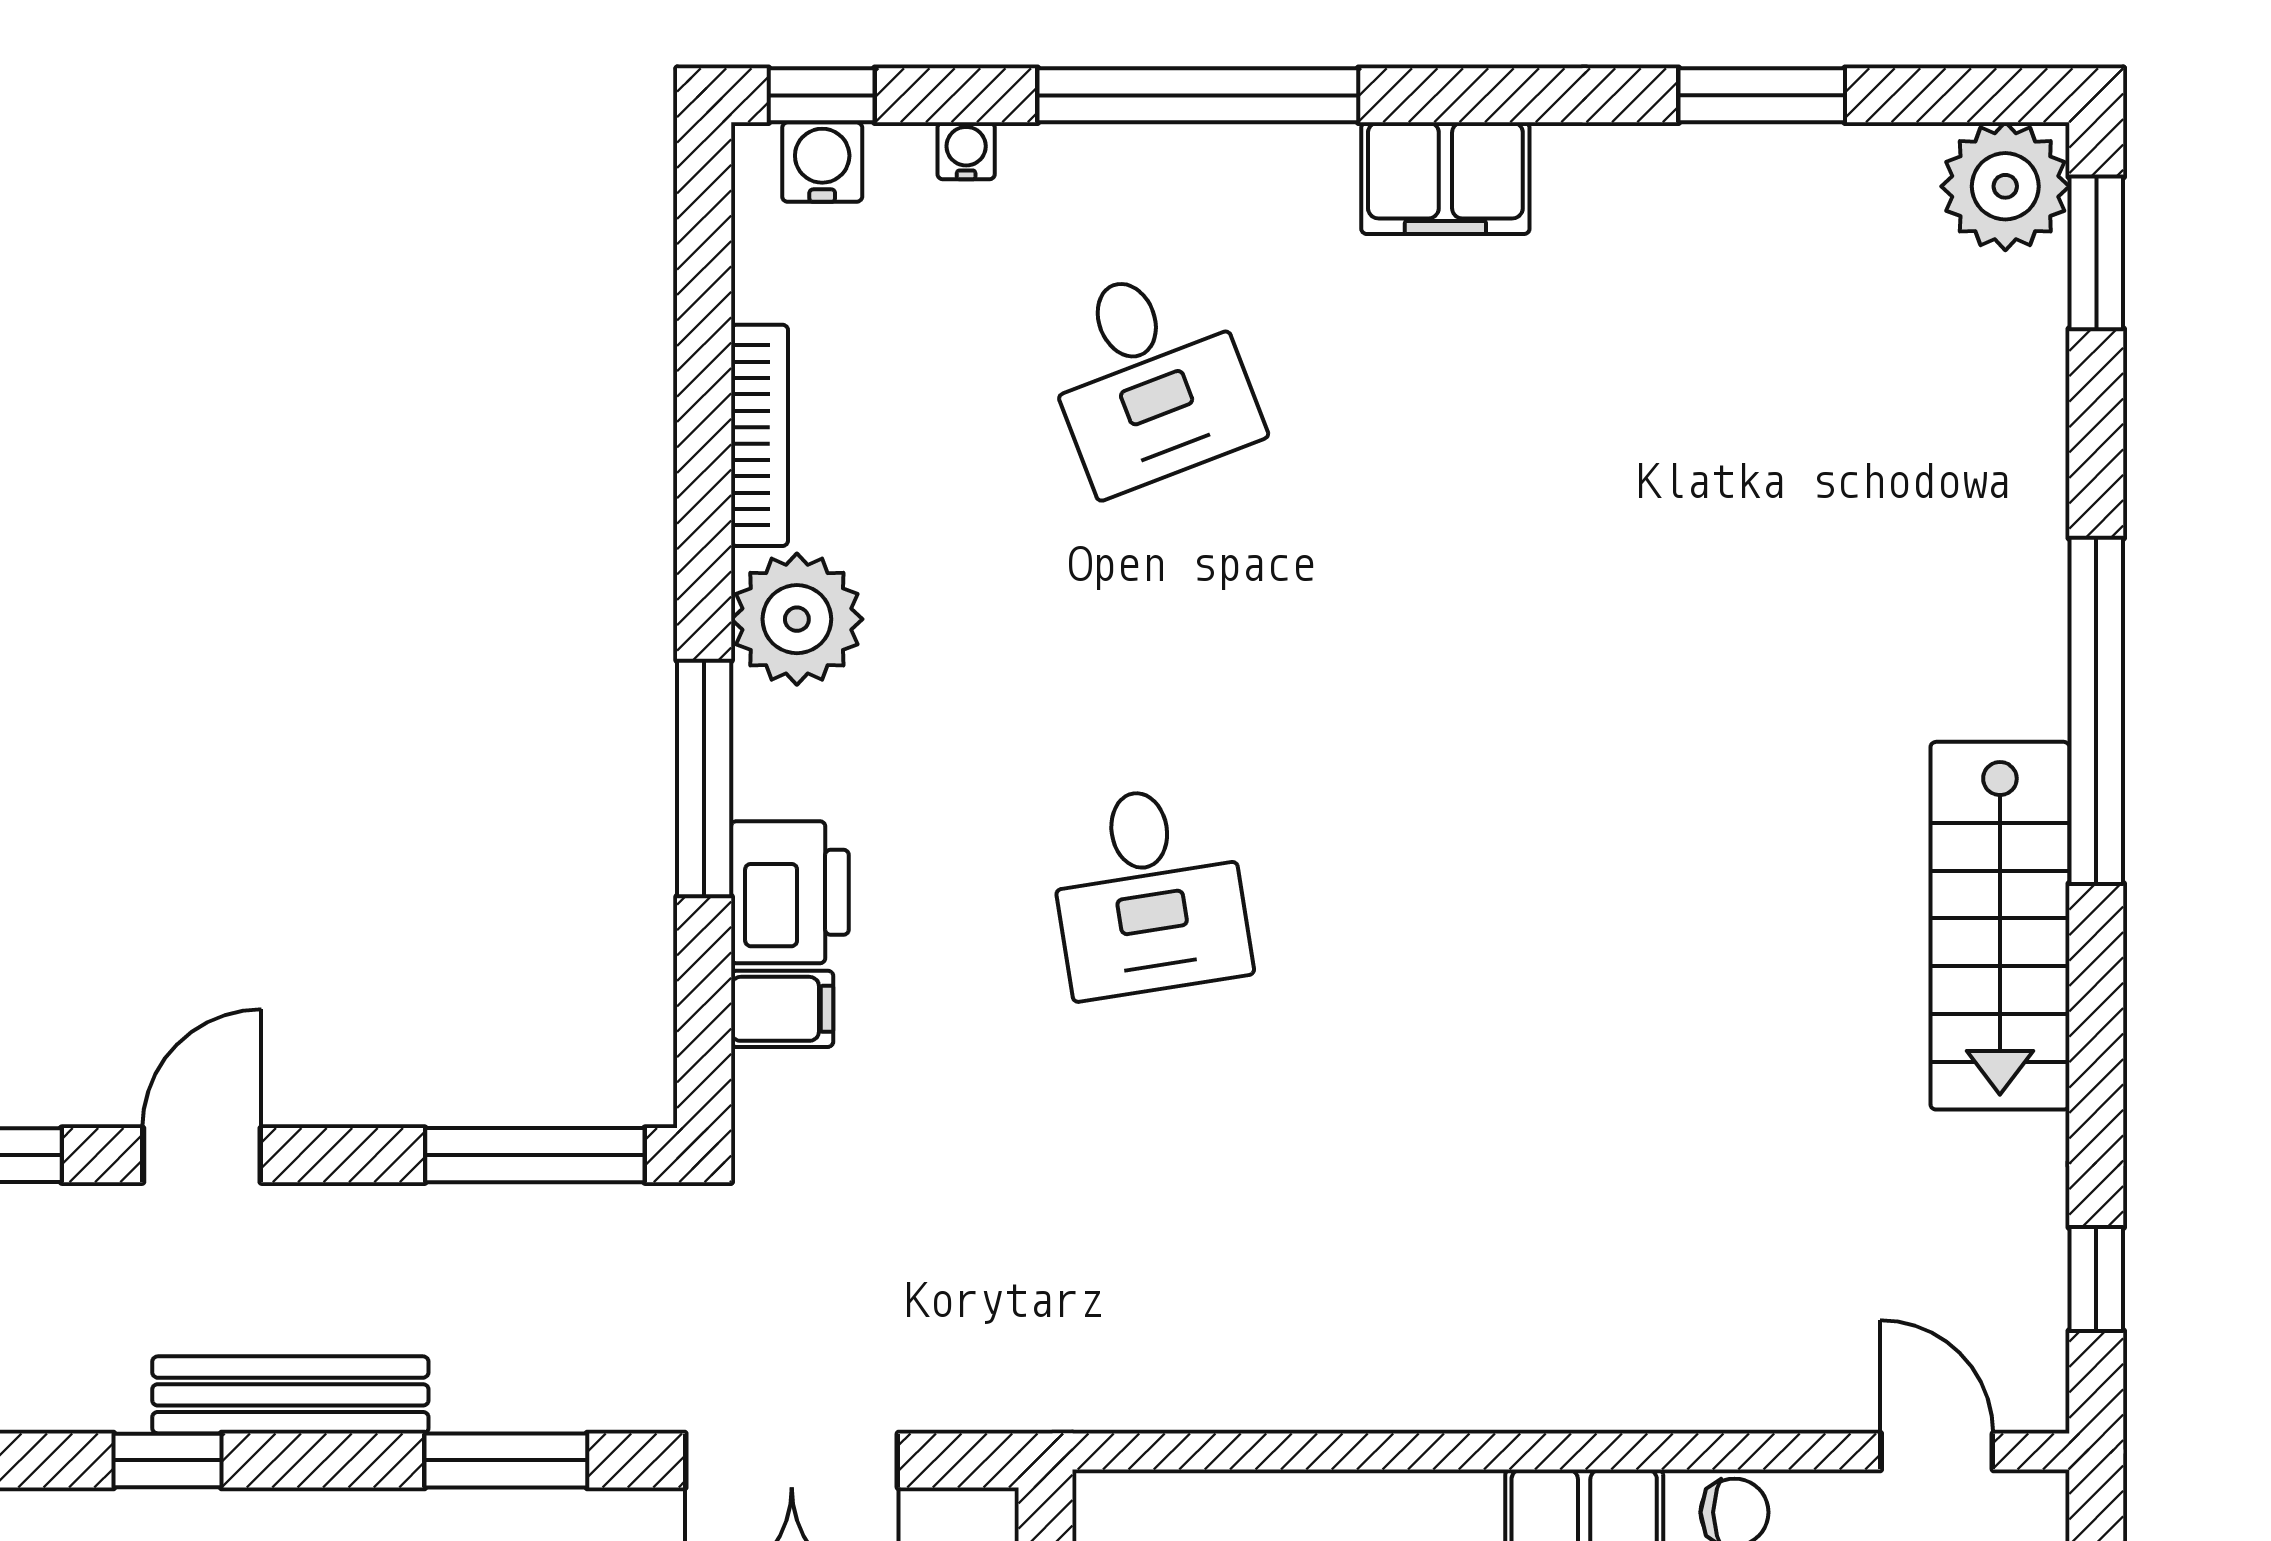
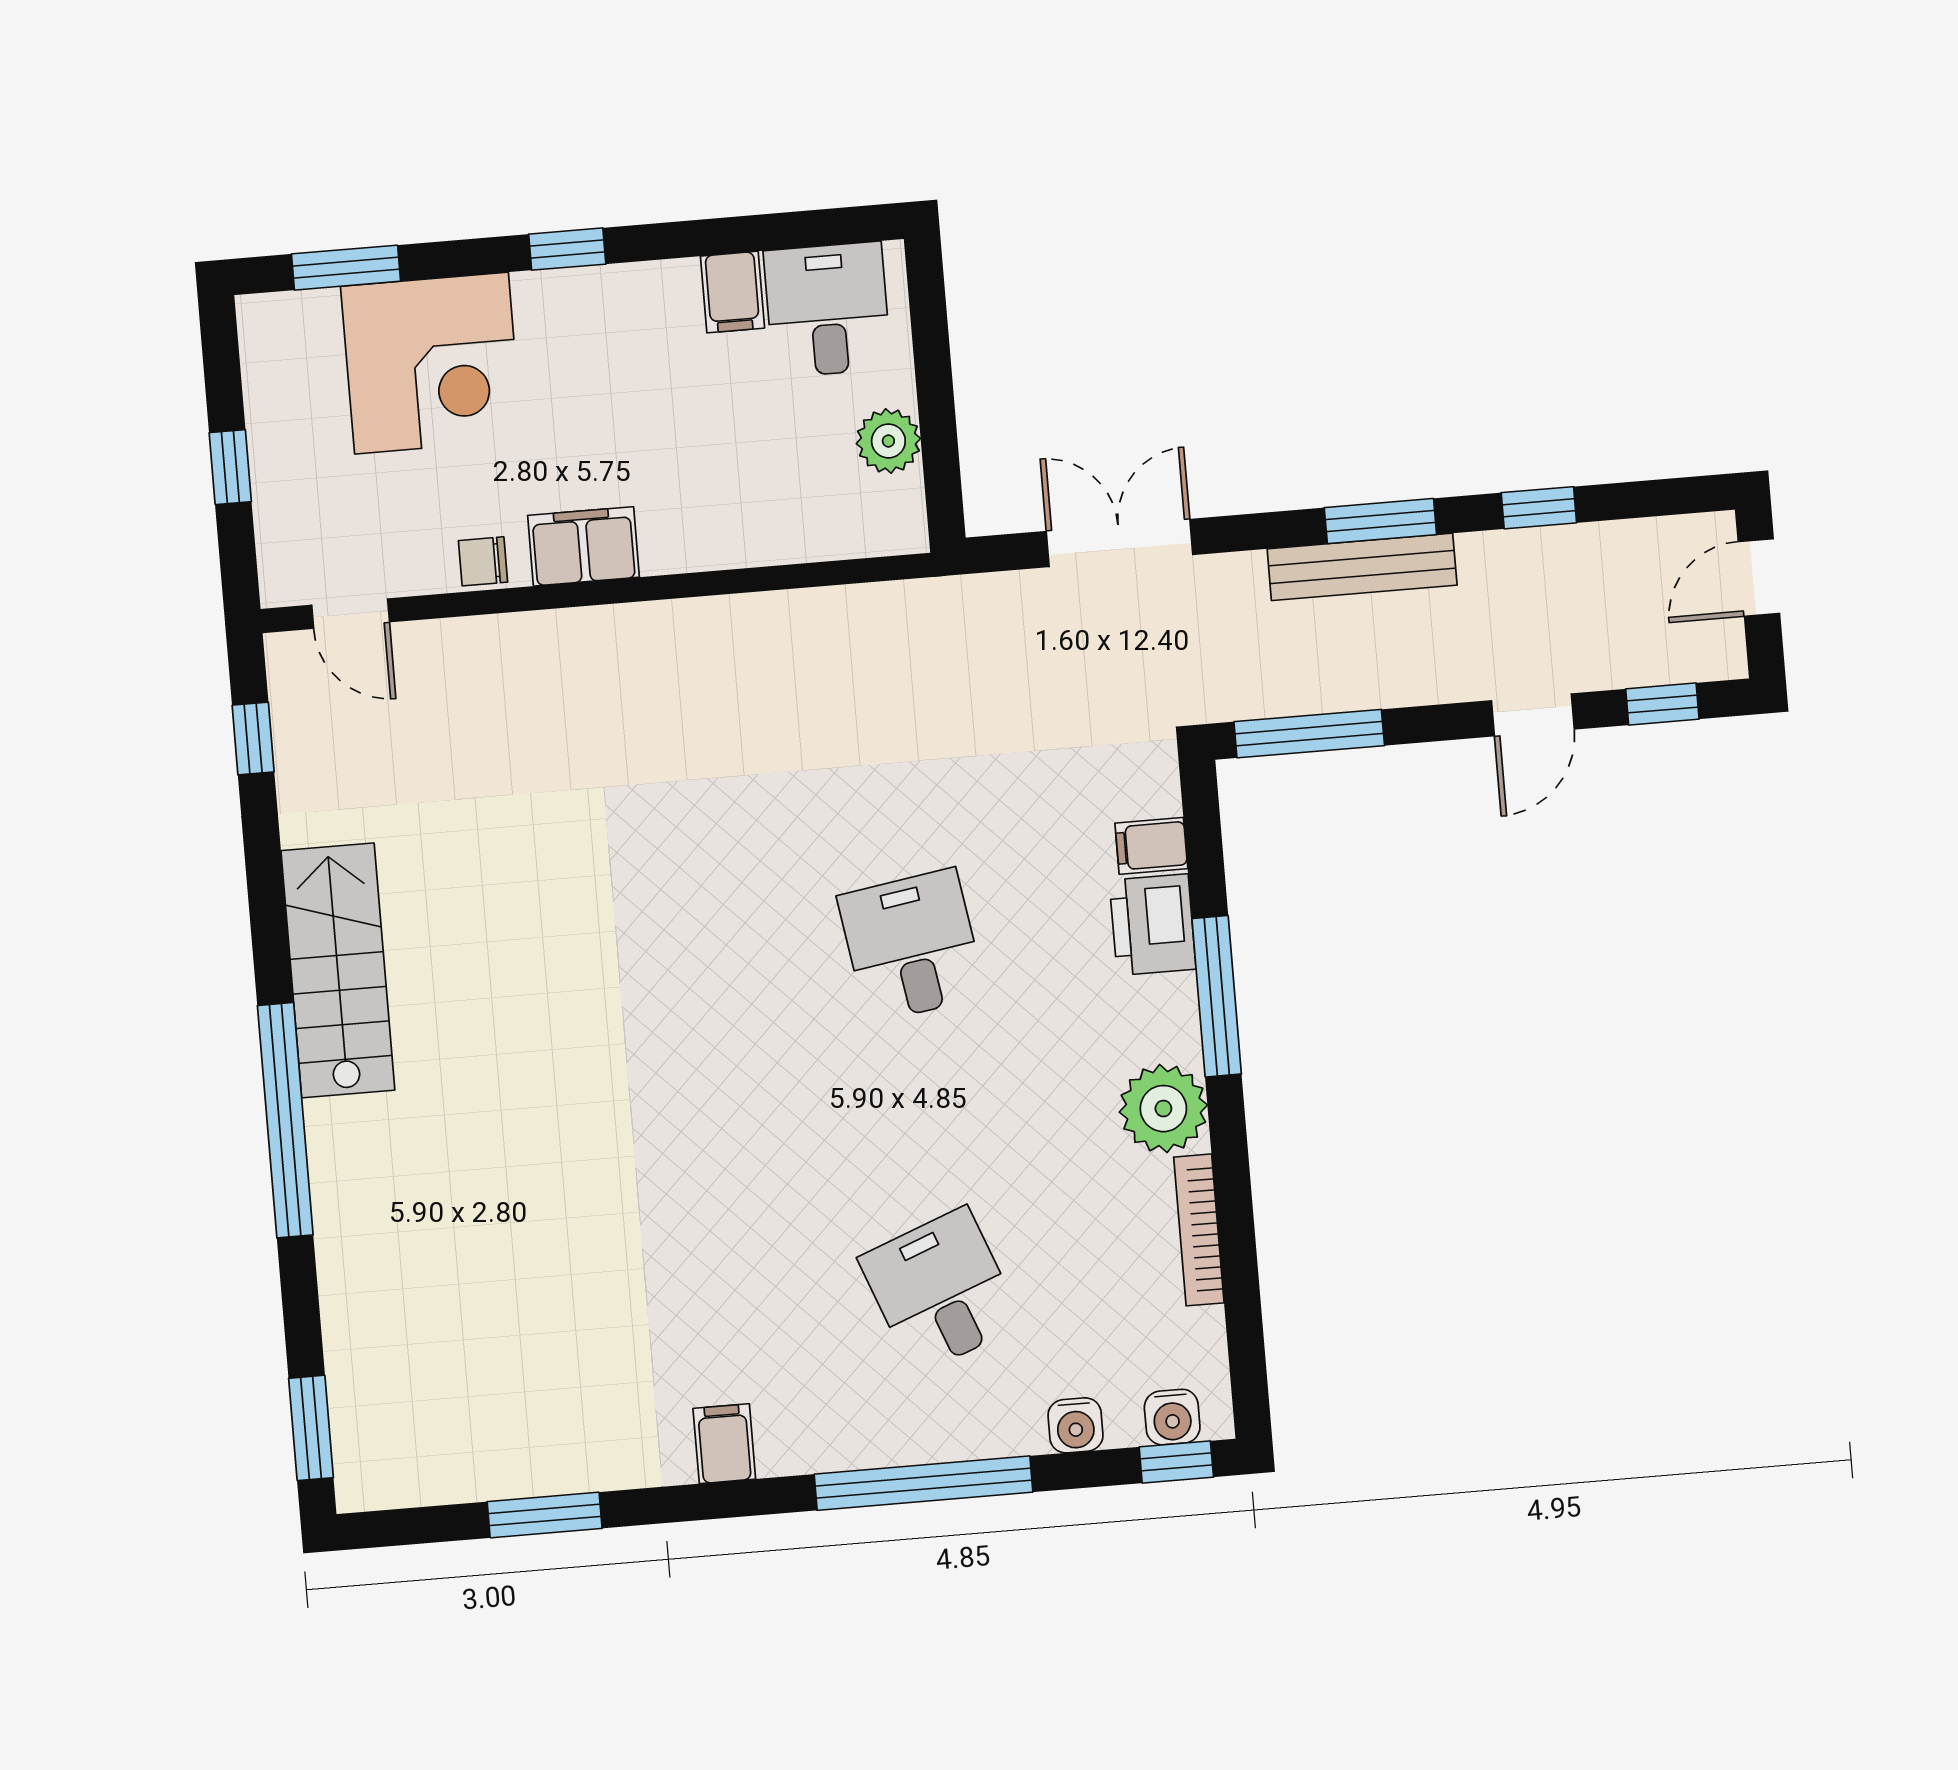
water cooler: (966, 151) -> (1075, 1425), width x1.38, depth x1.38
filing cabinet: (1445, 178) -> (724, 1444), width x0.50
plant: (2005, 186) -> (376, 1468), removed
bench: (290, 1395) -> (1362, 567), moved
window: (506, 1460) -> (1380, 521), moved

